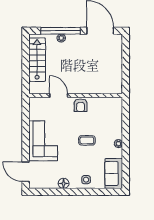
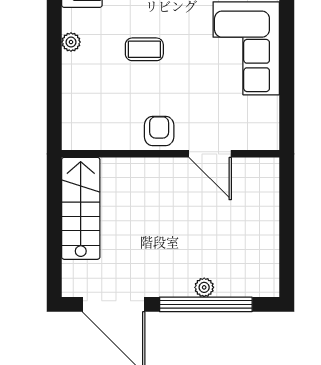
stairs: (37, 60) -> (81, 208), moved, turned 180

